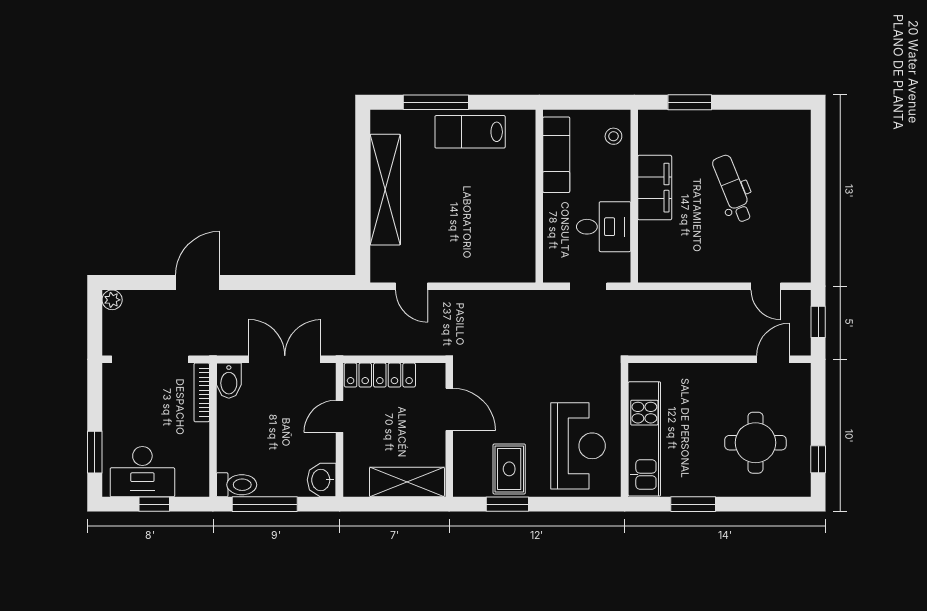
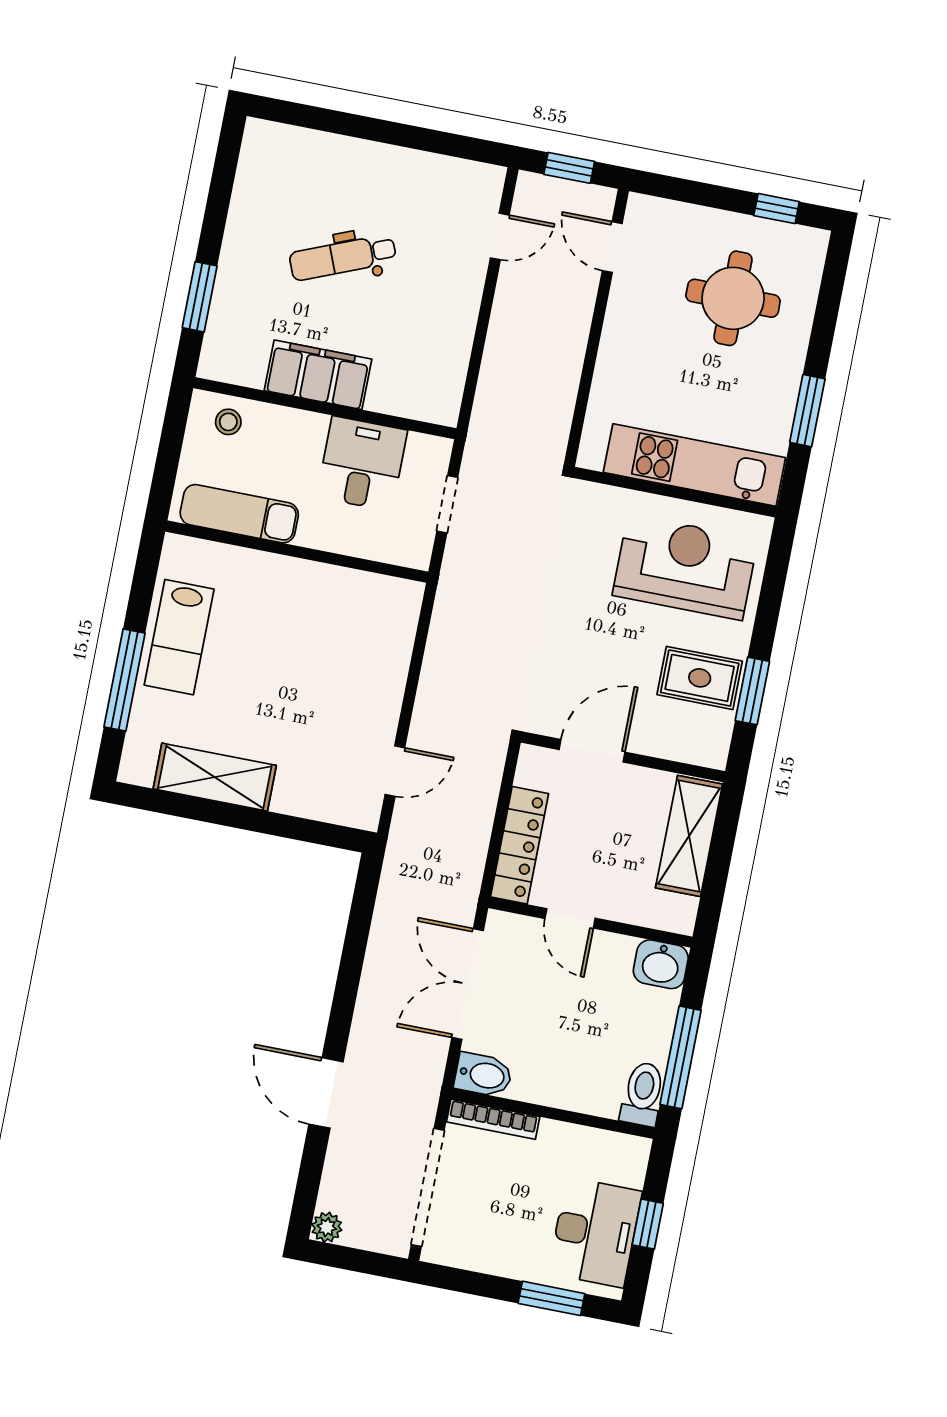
shelving: (385, 190) -> (215, 777), width x0.68

